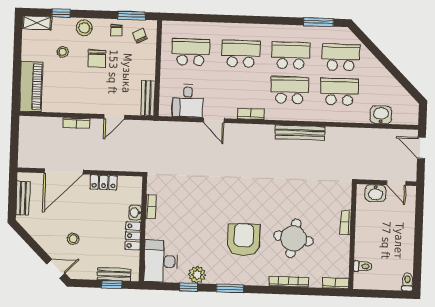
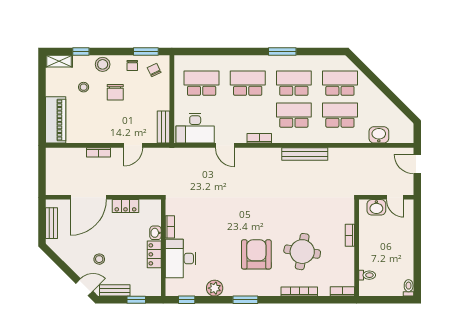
window: (318, 22) -> (282, 52), moved
desk: (188, 101) -> (195, 128), width x1.37
desk: (161, 261) -> (181, 259), moved
bench: (114, 274) -> (115, 290), moved
window: (189, 287) -> (187, 300), moved

